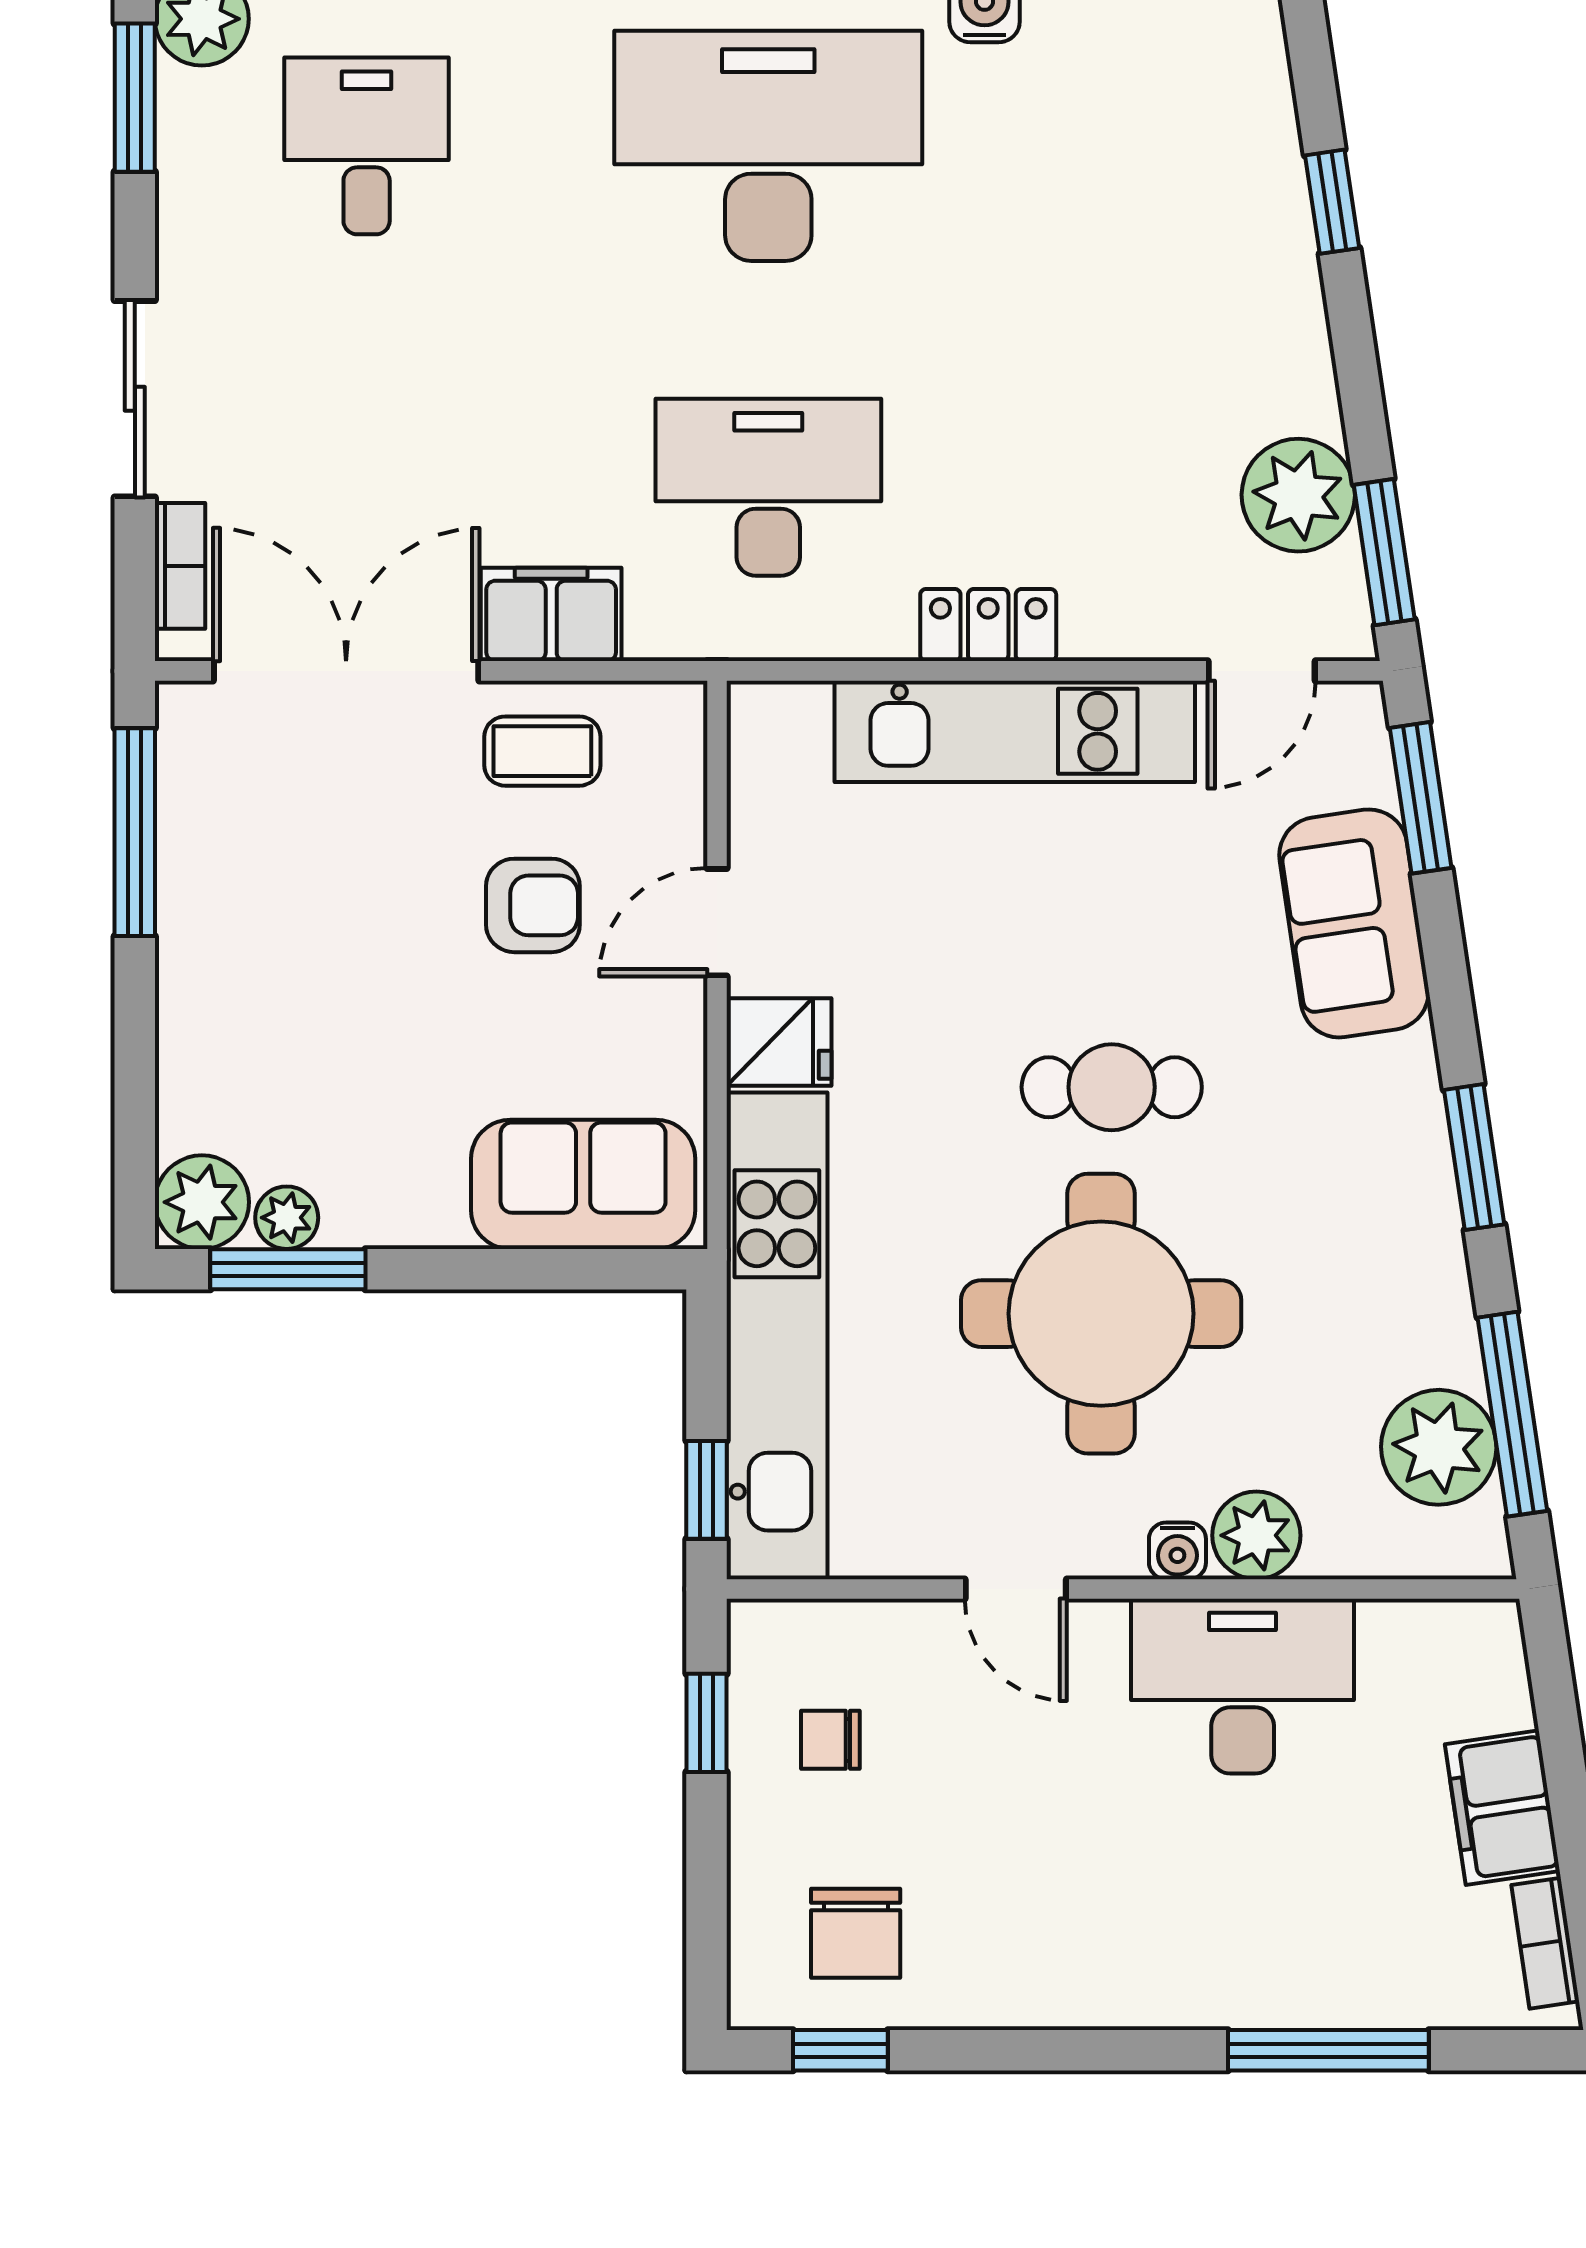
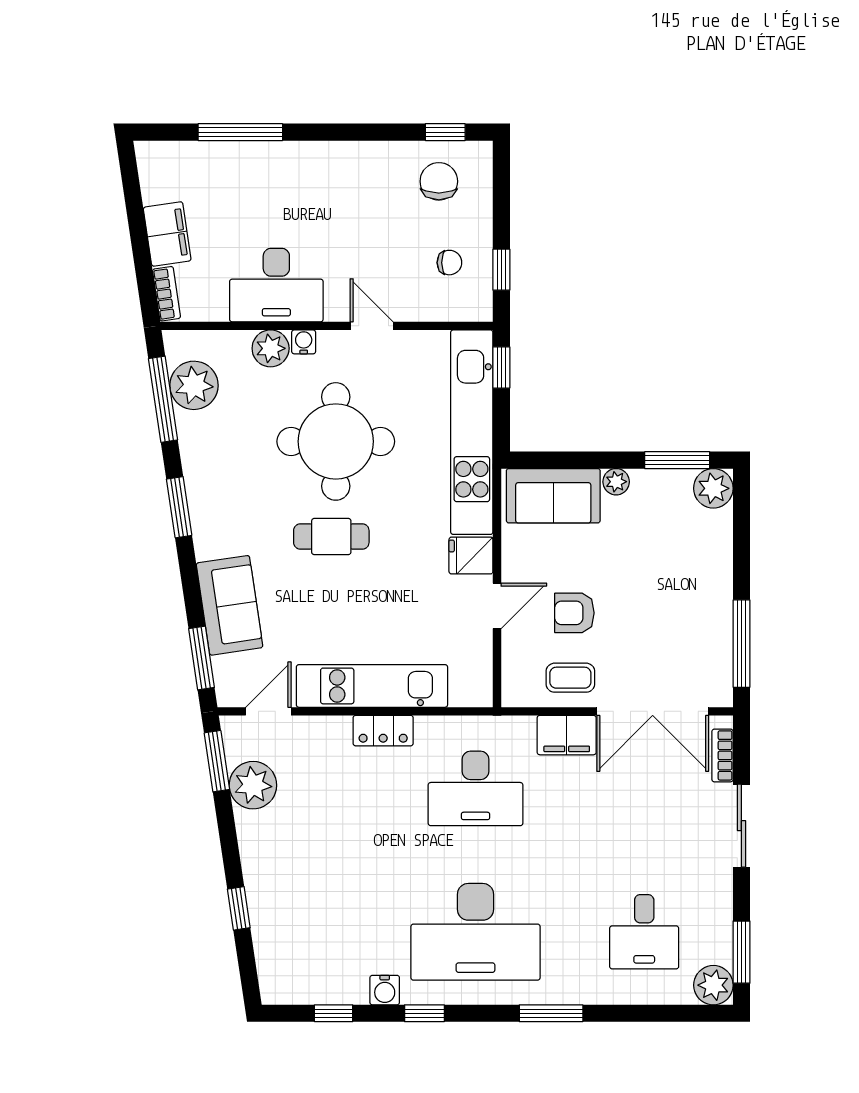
plant: (287, 1218) -> (616, 482), moved
bookcase: (1545, 1943) -> (167, 294), moved

